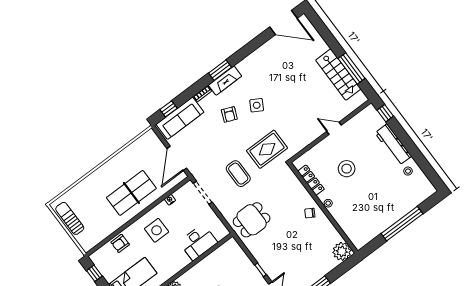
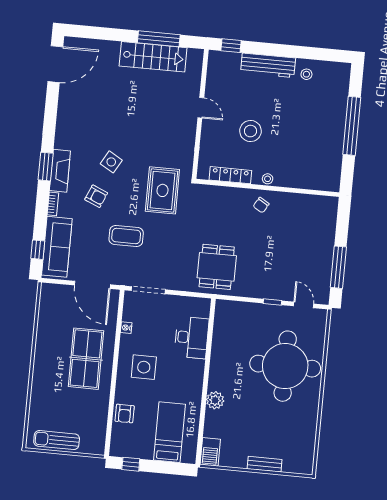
door: (334, 128) -> (201, 108), swing flipped
coffee table: (238, 174) -> (126, 236), moved
plant: (342, 251) -> (326, 208), removed

